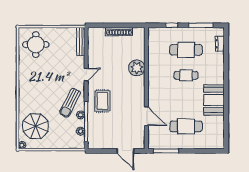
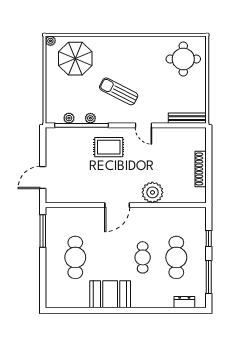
sun lounger: (70, 103) -> (119, 91), moved
door: (146, 116) -> (117, 205), moved

